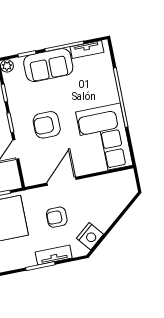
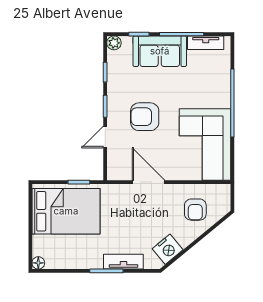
door: (62, 181) -> (148, 182), hinge flipped
armchair: (57, 217) -> (195, 210), moved, turned -90

